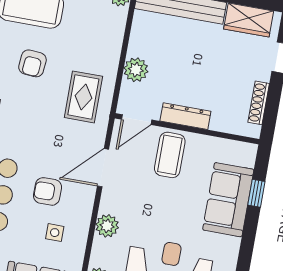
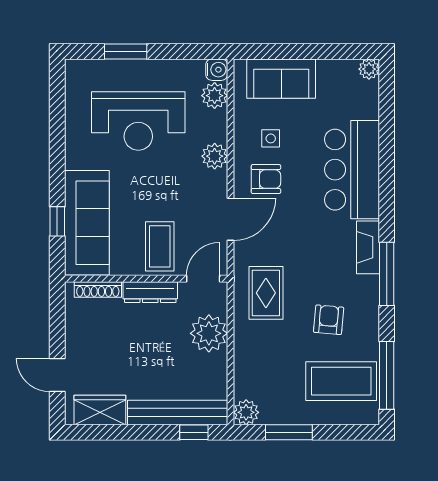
plant: (136, 70) -> (209, 333), width x1.36, depth x1.36
shoe rack: (259, 103) -> (98, 289), moved, turned 90
armchair: (48, 191) -> (266, 179), moved
sofa: (228, 200) -> (87, 223), width x1.36

